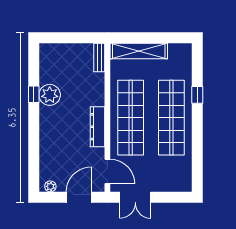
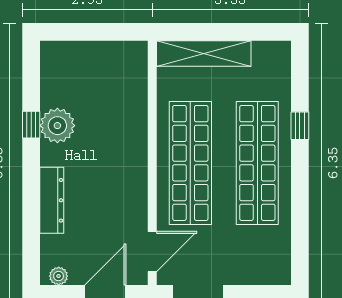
bench: (99, 57) -> (139, 64), removed
dresser: (98, 127) -> (52, 200), moved, turned 180
door: (107, 171) -> (152, 251), hinge flipped

